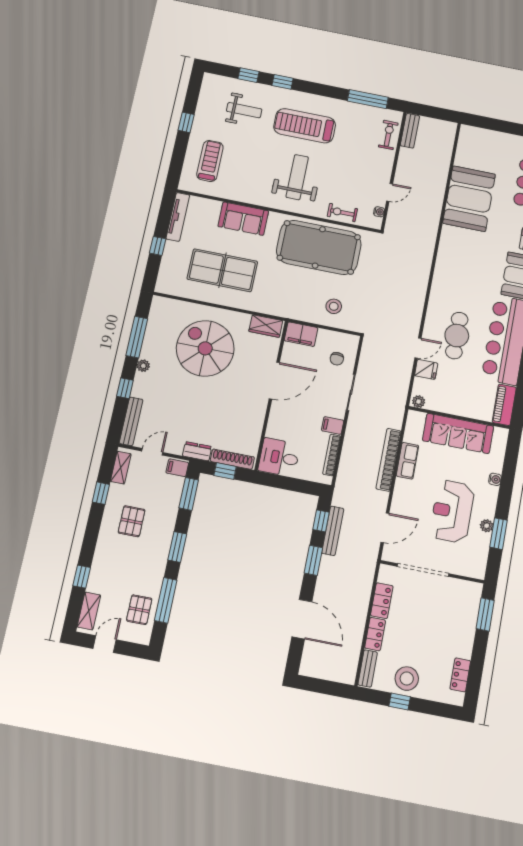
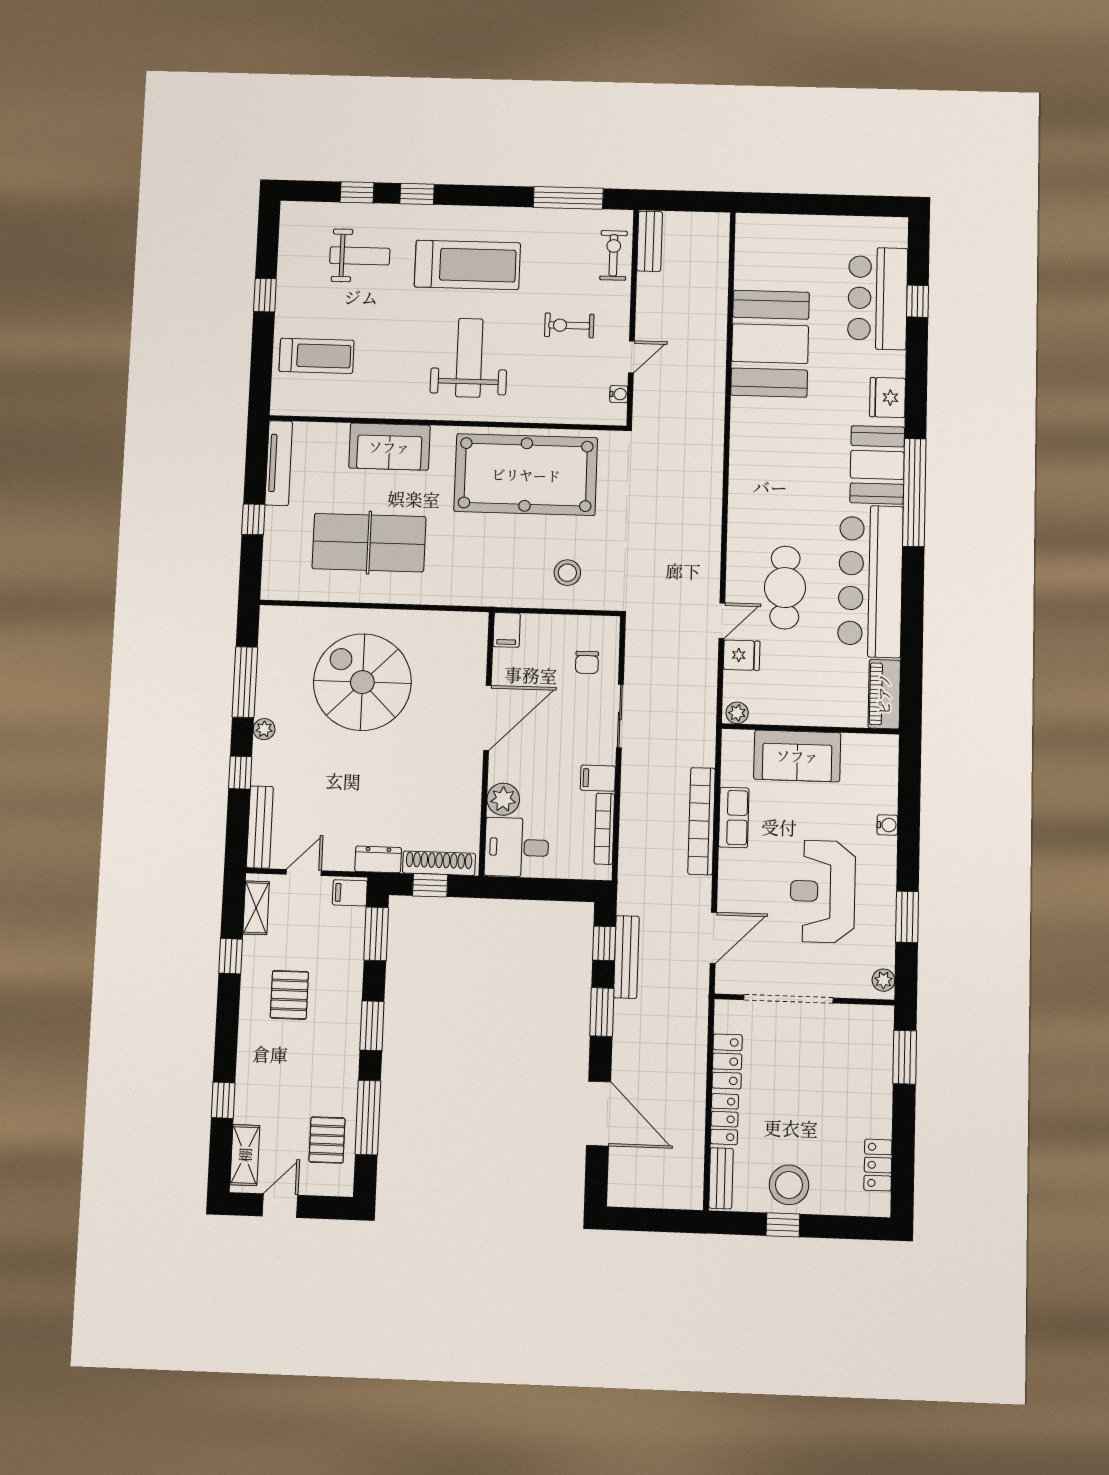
treadmill: (305, 126) -> (467, 265), turned 180
treadmill: (210, 161) -> (317, 356), turned 90
exercise bike: (342, 212) -> (569, 325), moved
wardrobe: (266, 326) -> (458, 626), removed
filing cabinet: (301, 334) -> (507, 630), width x0.50
plant: (276, 429) -> (503, 799), added
sofa: (458, 433) -> (797, 756), width x0.73
plant: (487, 526) -> (883, 980), moved

